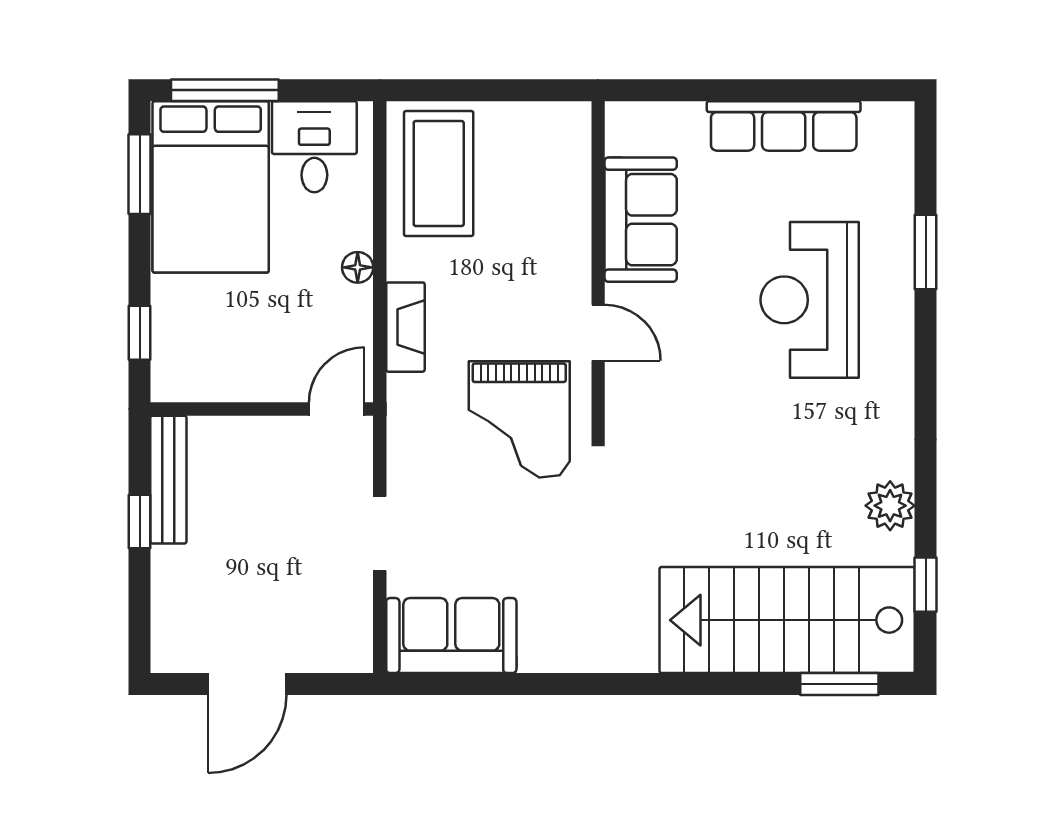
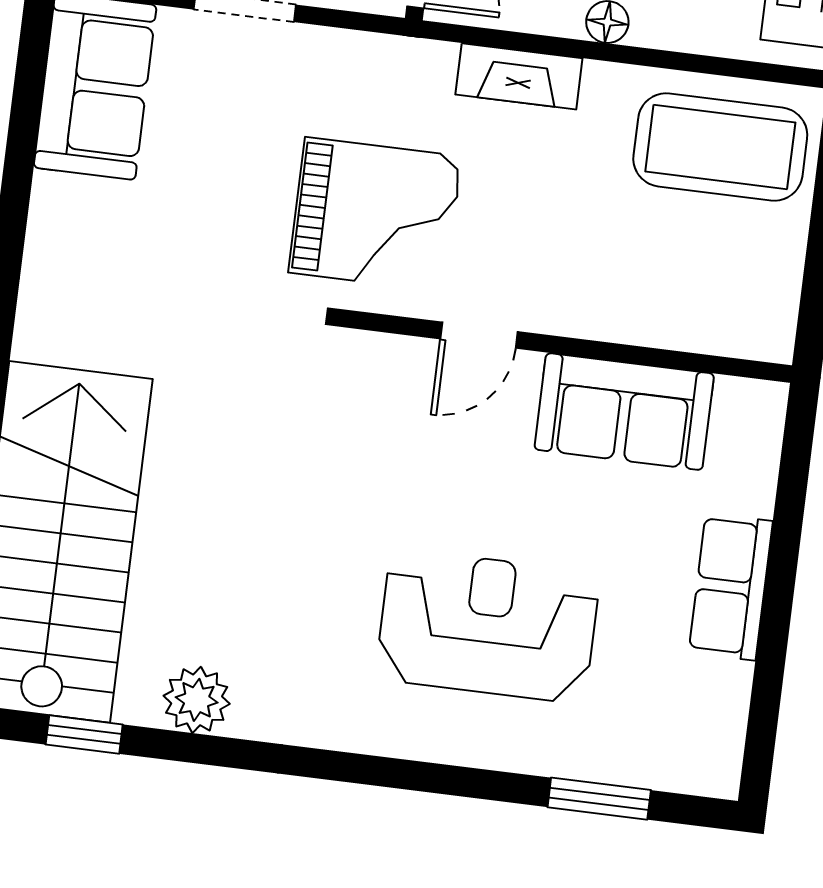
row of seats: (784, 126) -> (731, 587), width x0.68
window: (926, 252) -> (599, 799), moved
grand piano: (519, 419) -> (375, 214), turned 180

